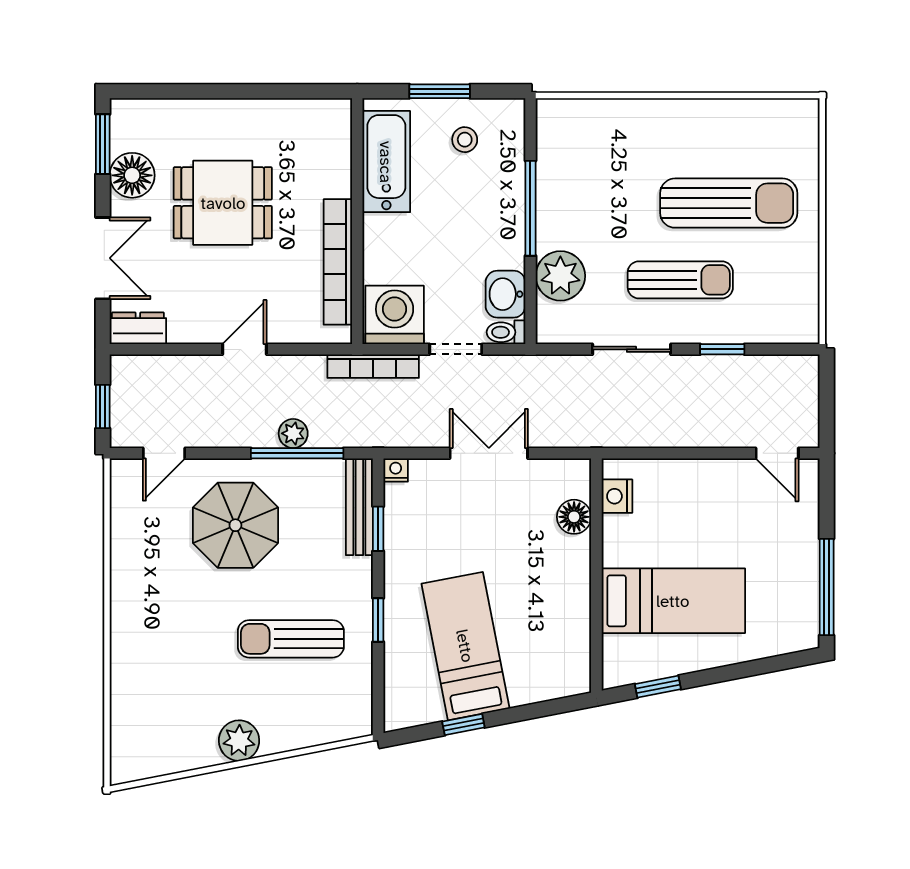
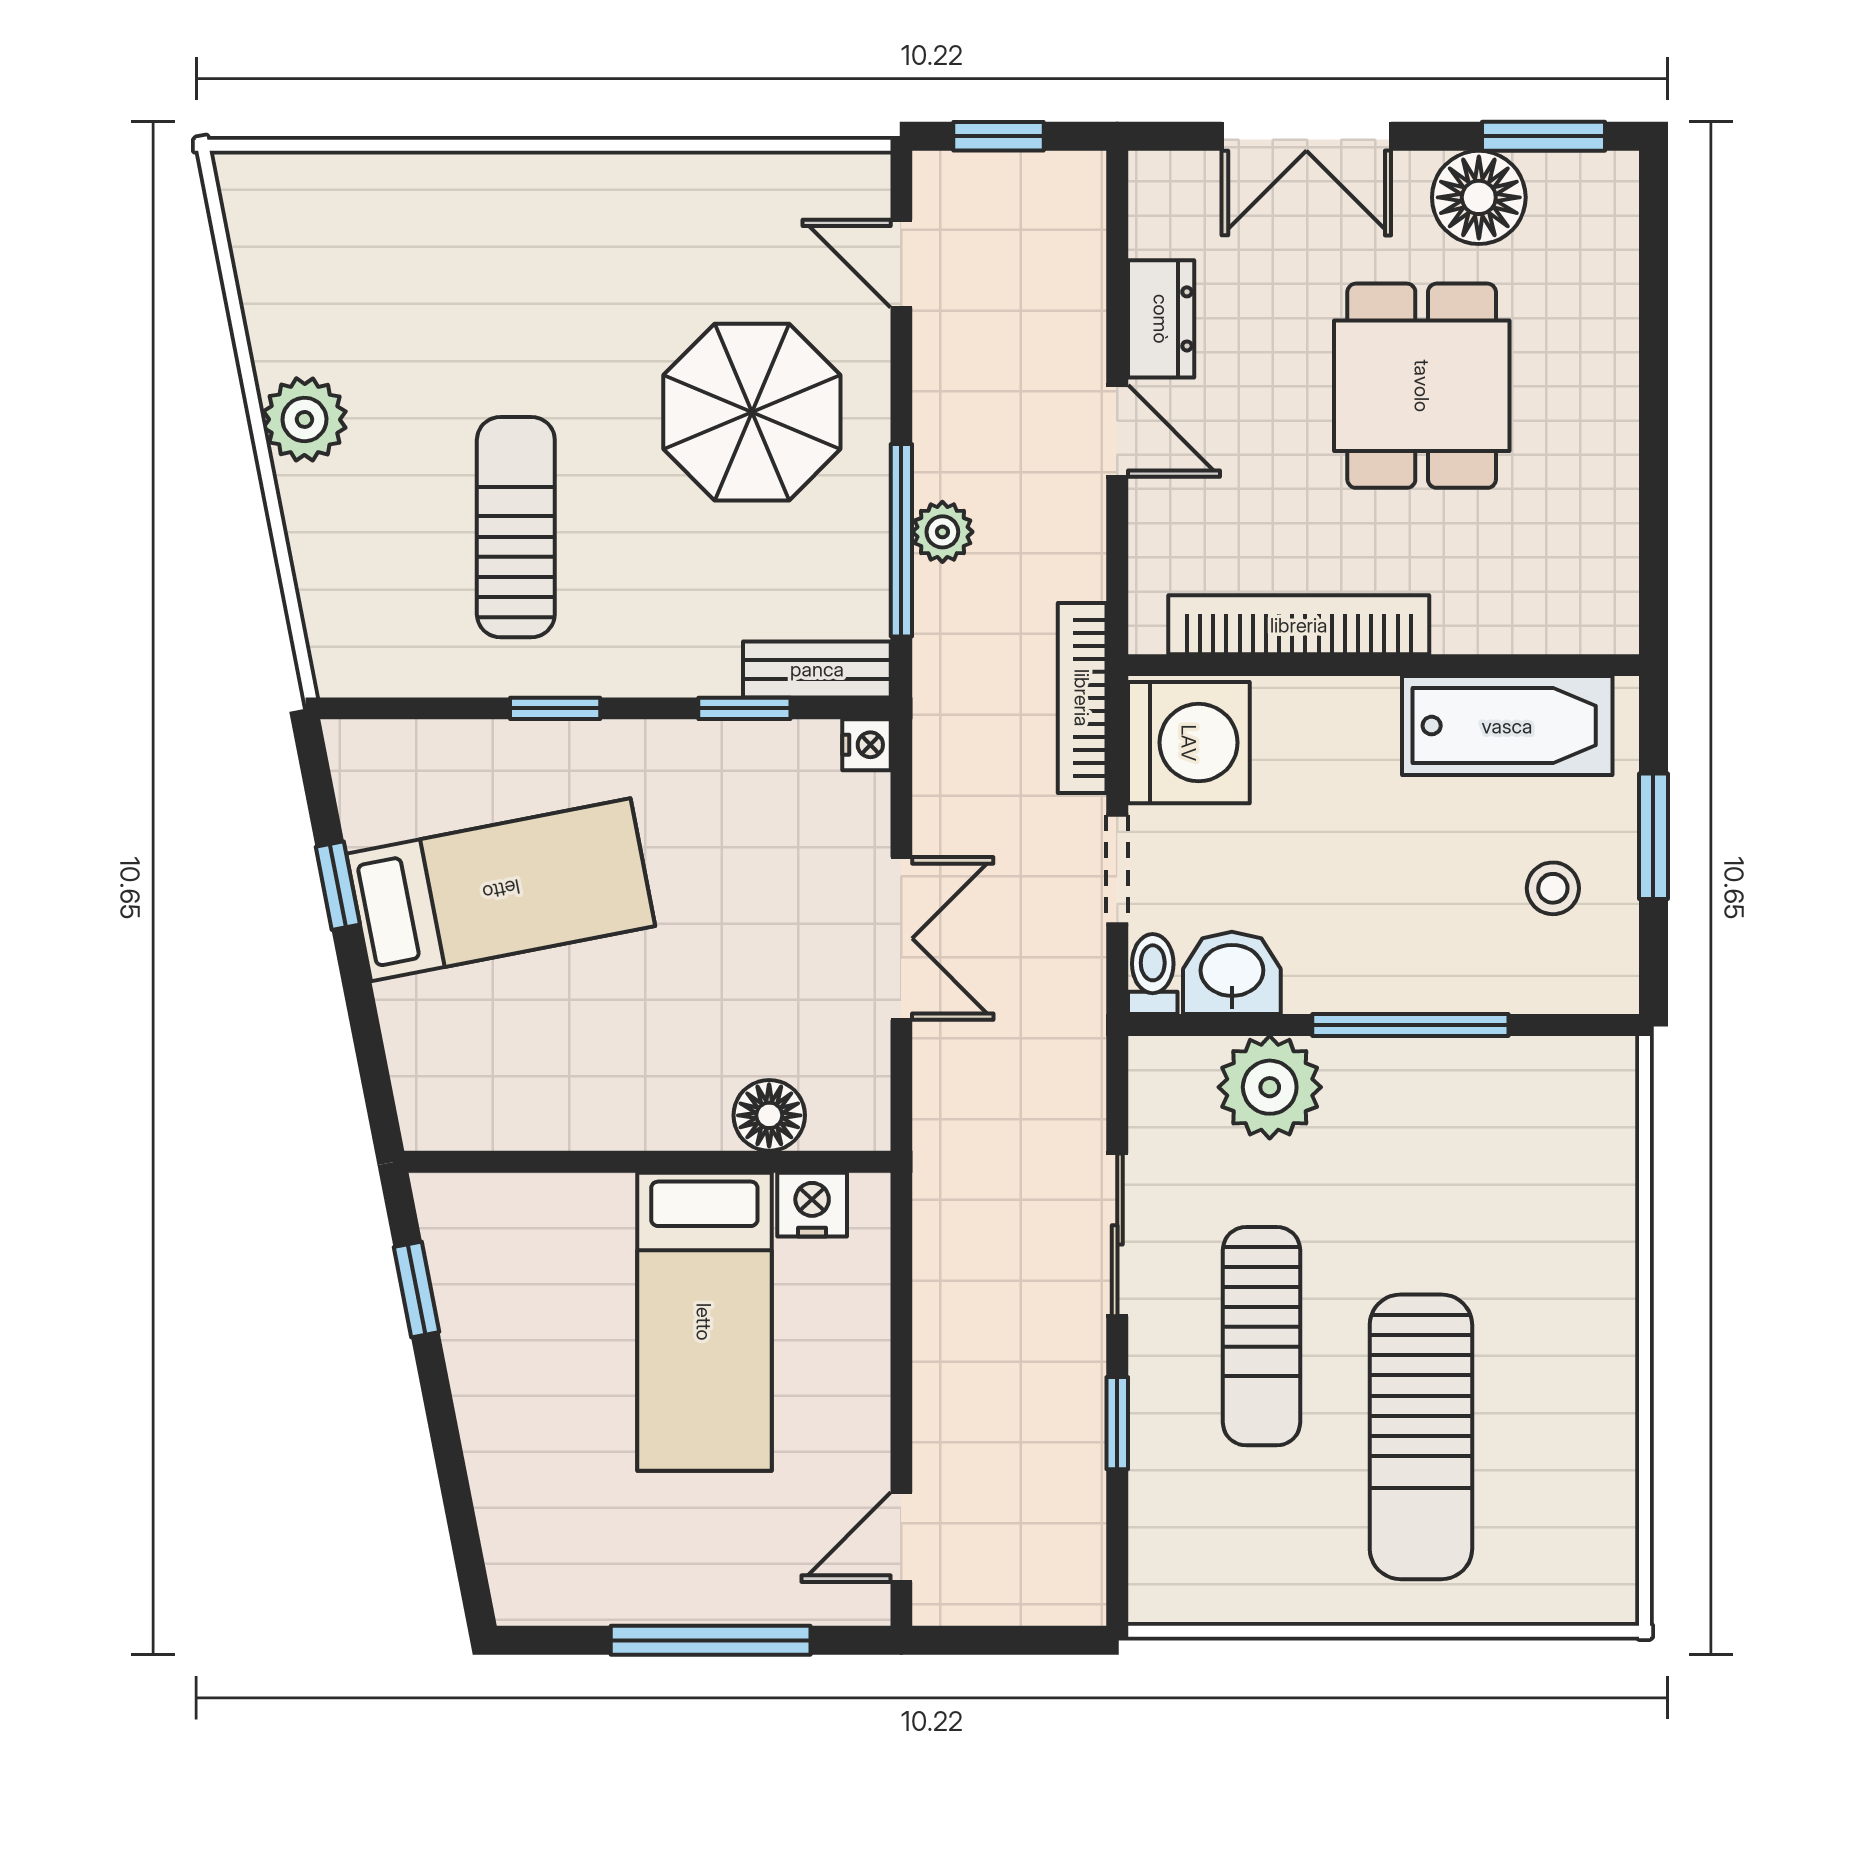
dresser: (138, 328) -> (1161, 319), moved
bench: (359, 507) -> (817, 669), width x0.73
window: (827, 587) -> (711, 1640), moved
bed: (673, 601) -> (704, 1322), moved

